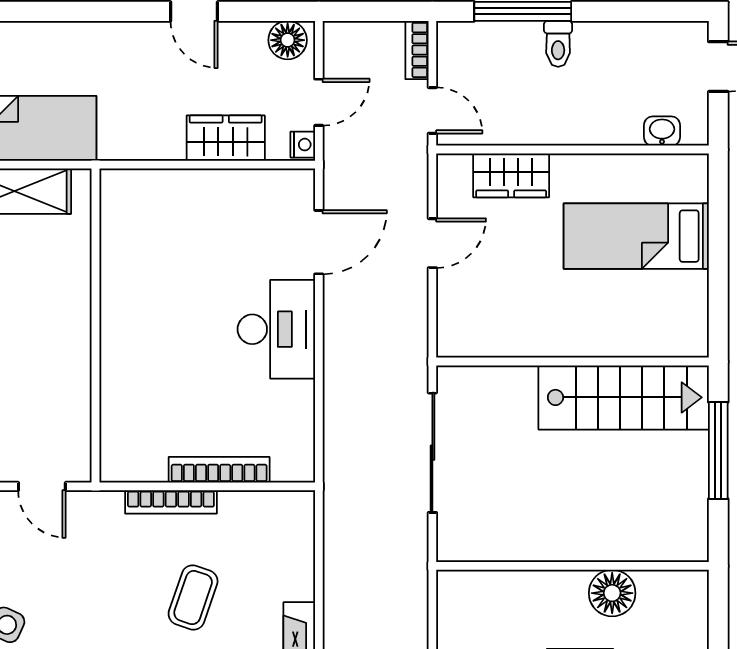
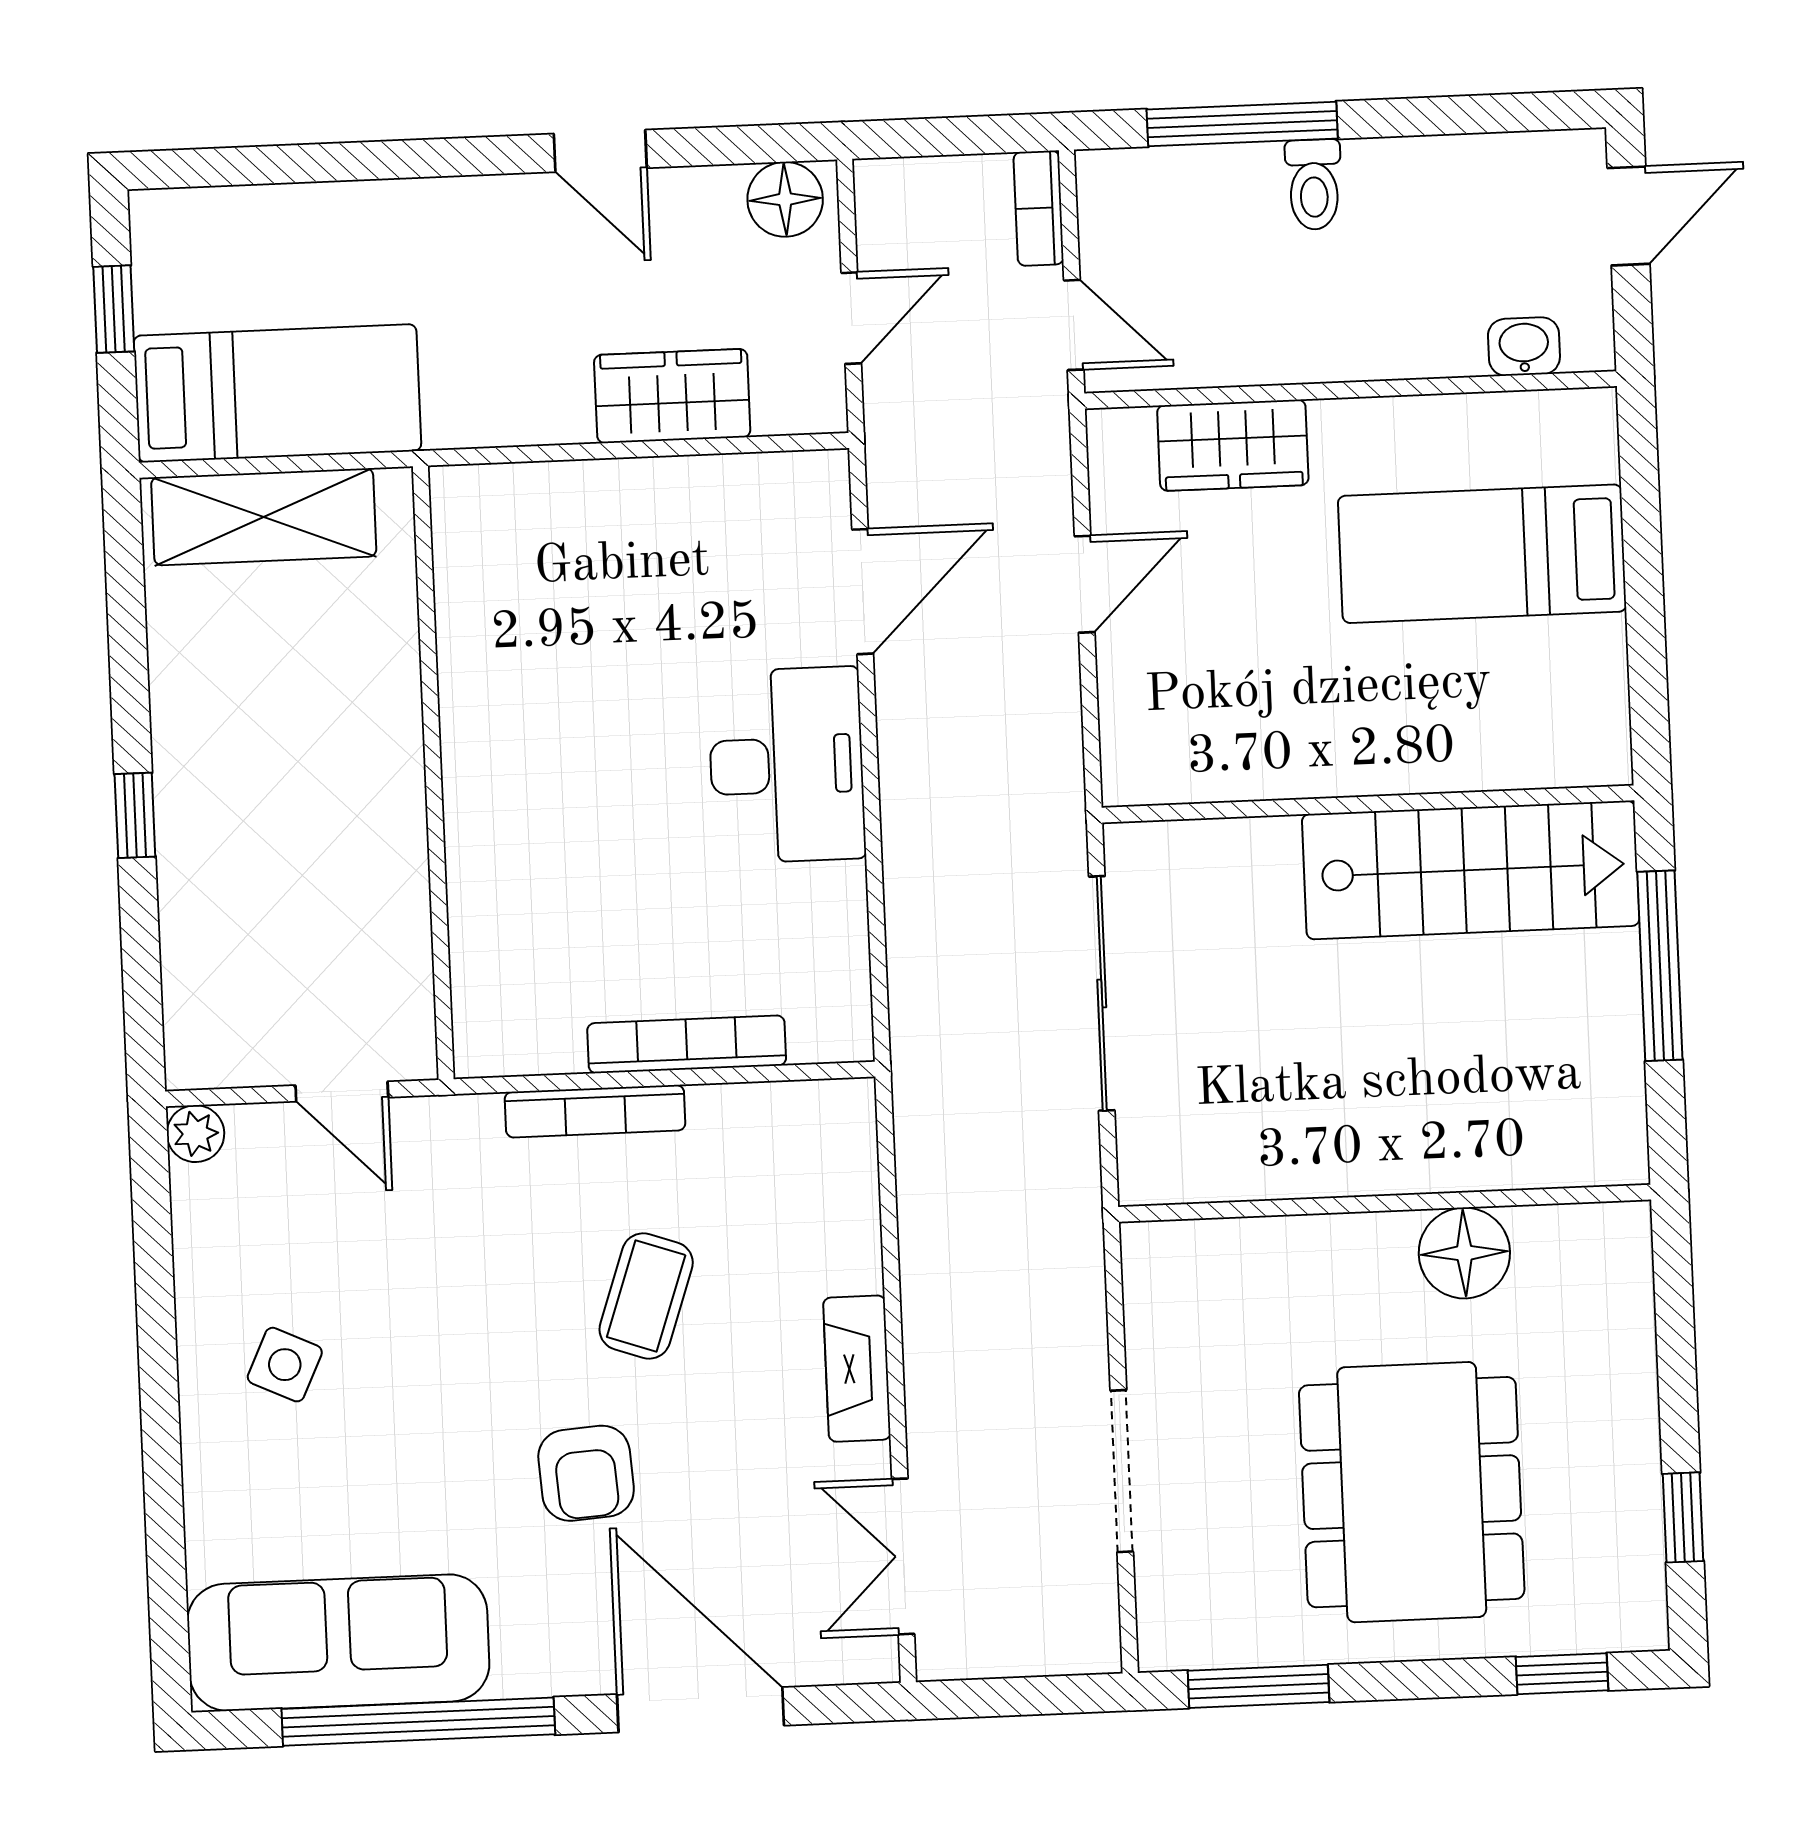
nightstand: (303, 145) -> (823, 402), removed

